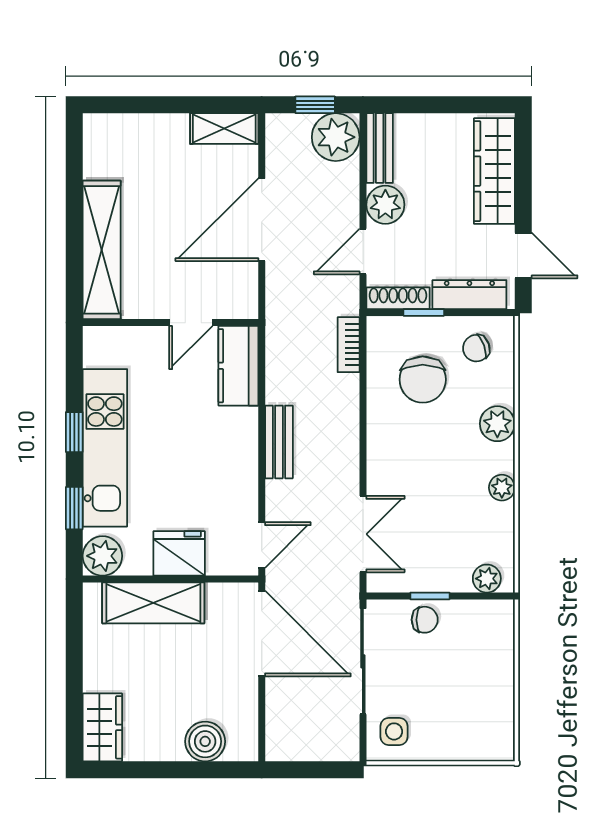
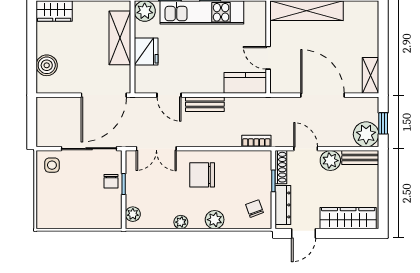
chair: (423, 380) -> (202, 175), moved
door: (262, 545) -> (169, 95), moved

